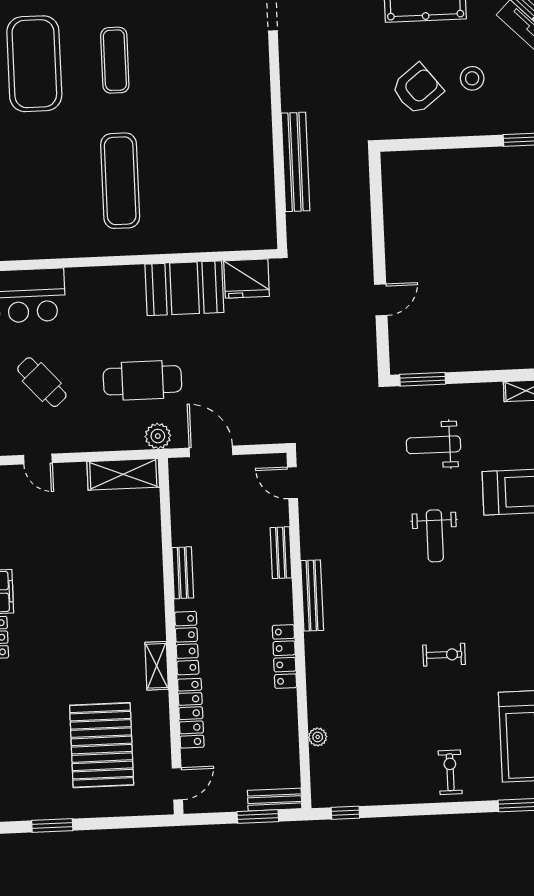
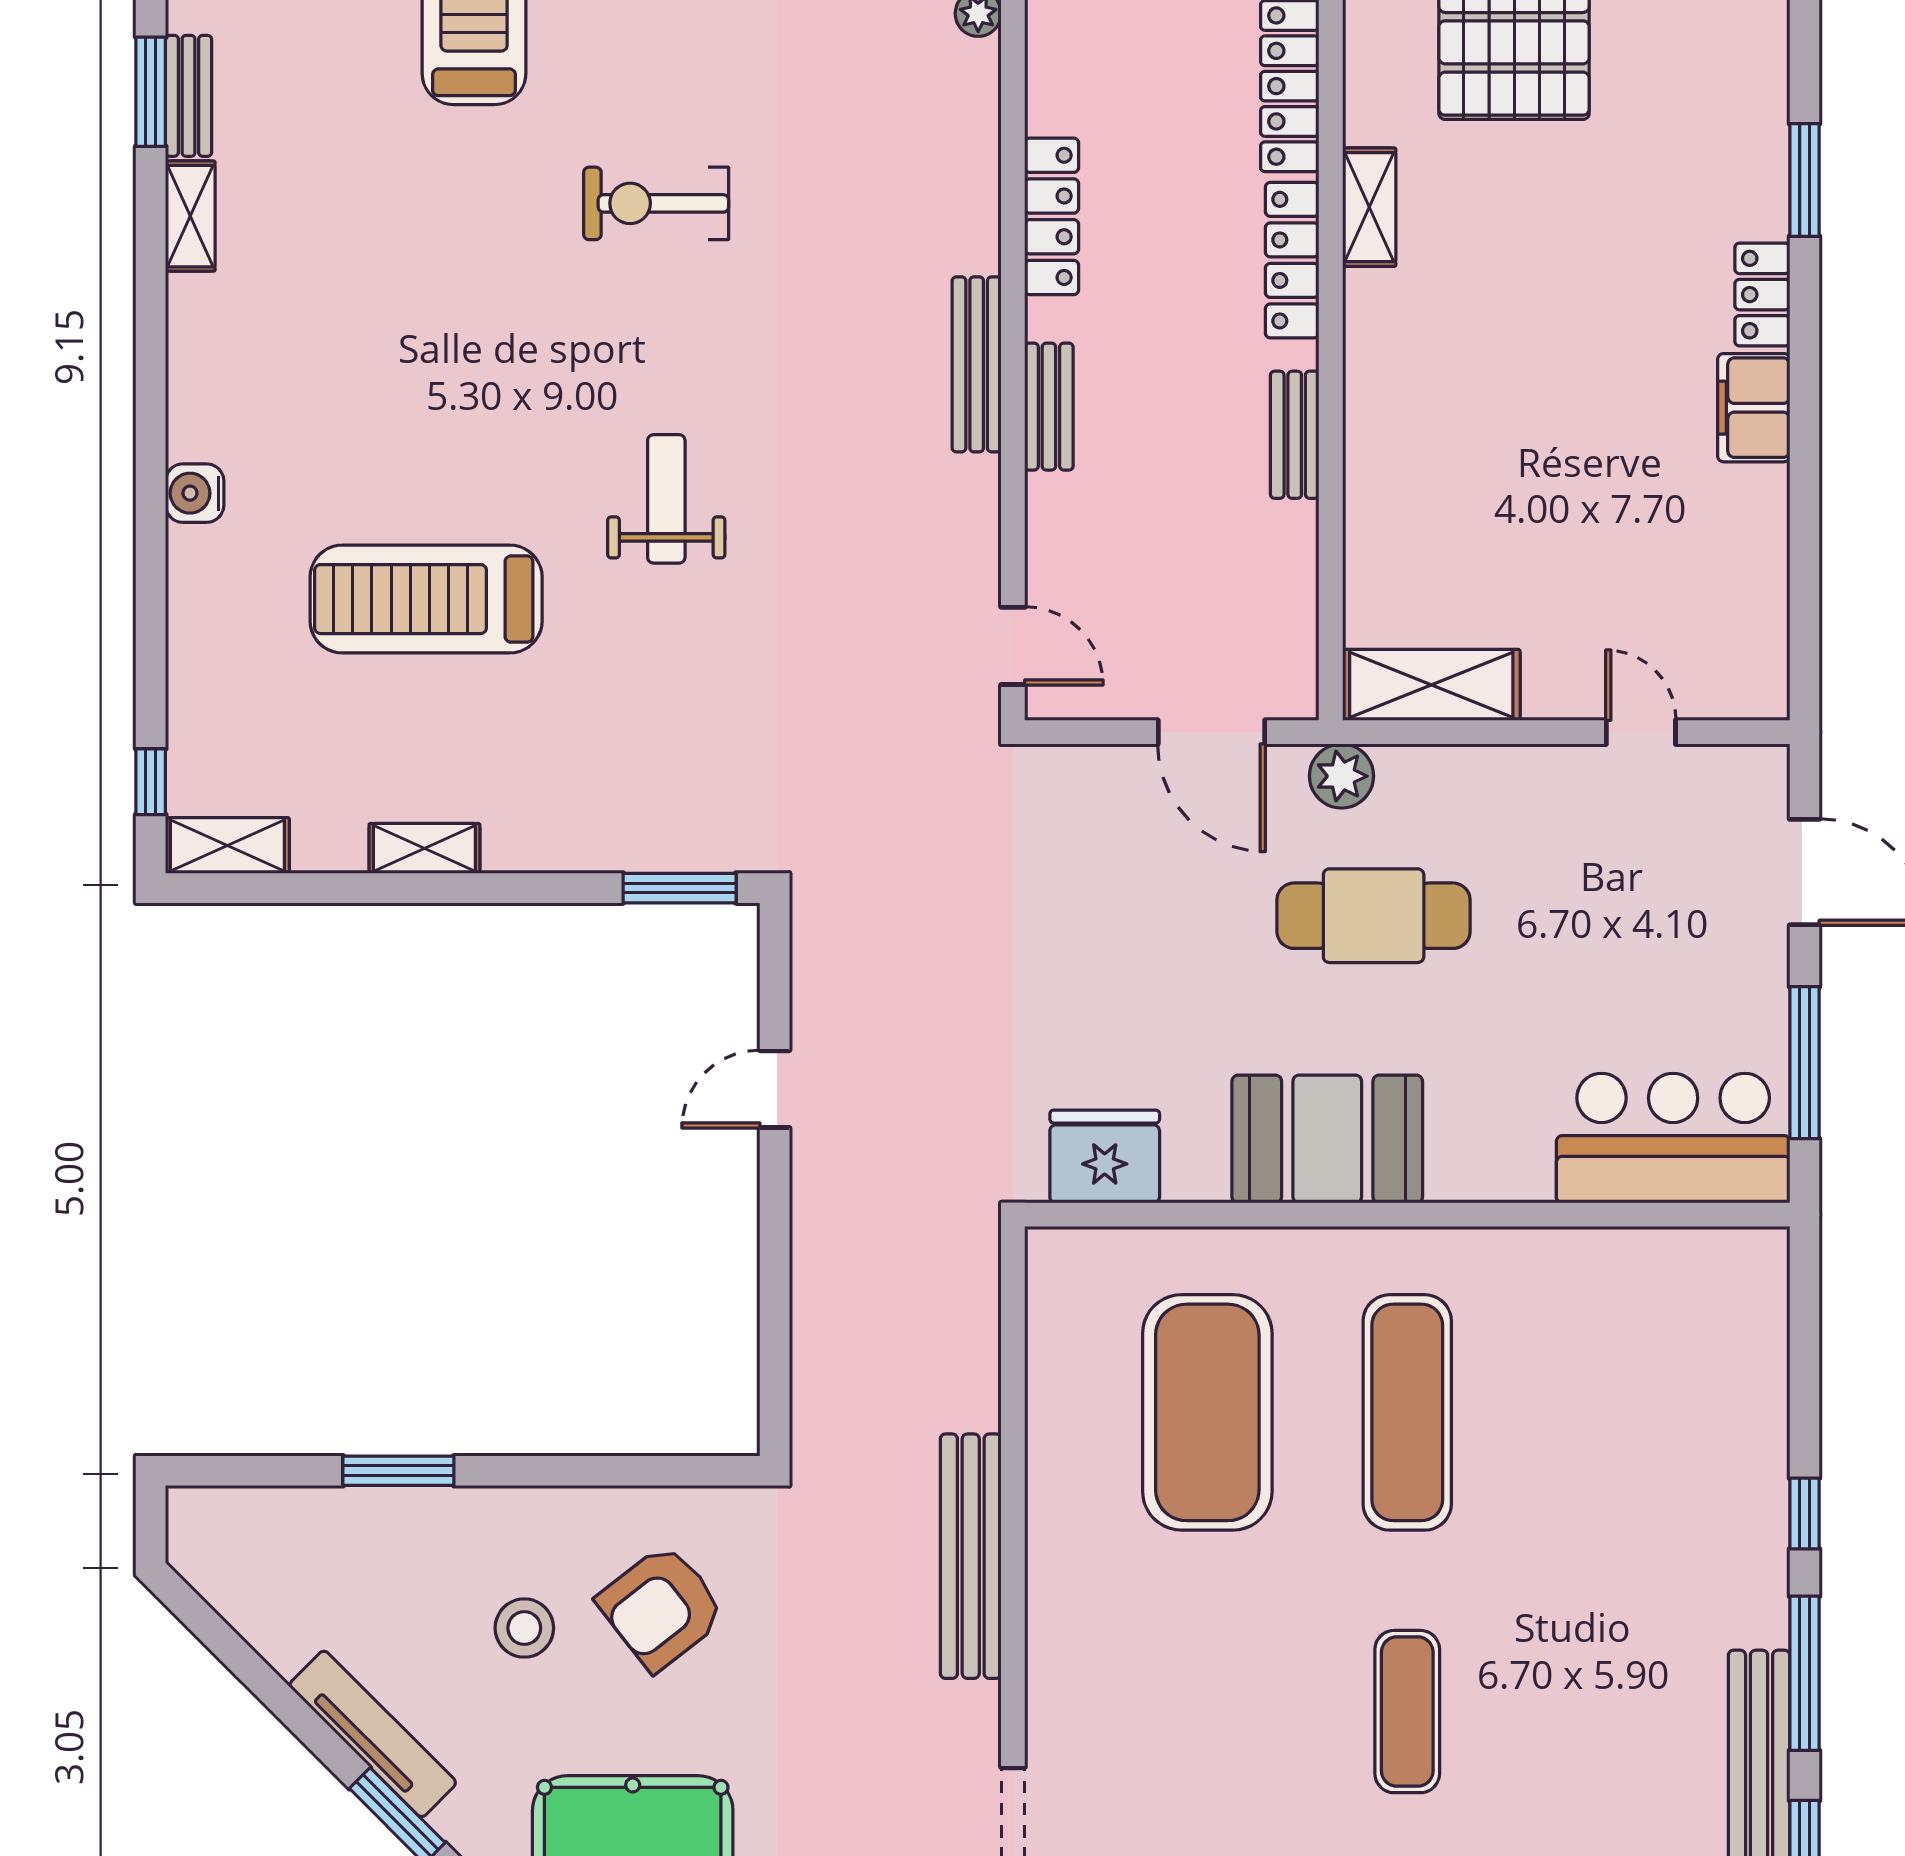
exercise mat: (34, 64) -> (1207, 1412), moved
bench: (296, 162) -> (971, 1556), moved
booth: (184, 288) -> (1327, 1139), moved
cafe table: (42, 382) -> (1623, 922), removed
weight bench: (433, 445) -> (660, 724), removed
bench: (281, 553) -> (1049, 407), moved
exercise bike: (444, 655) -> (656, 203), width x1.38, depth x1.39

